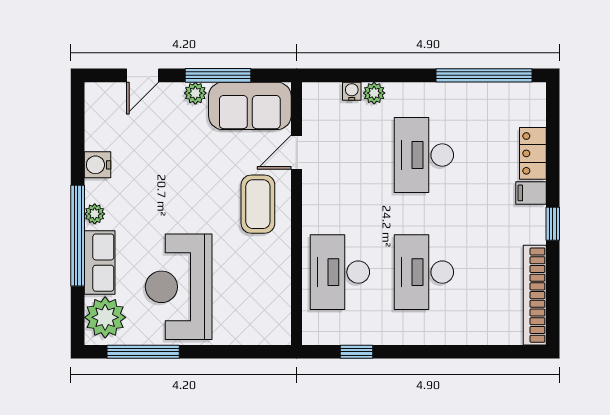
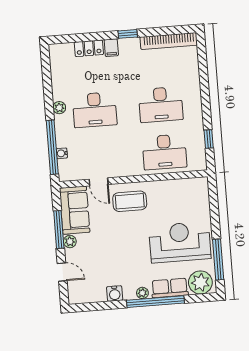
window: (484, 75) -> (52, 147), moved
plant: (374, 93) -> (59, 108), moved
reception desk: (179, 287) -> (180, 242), turned 180

